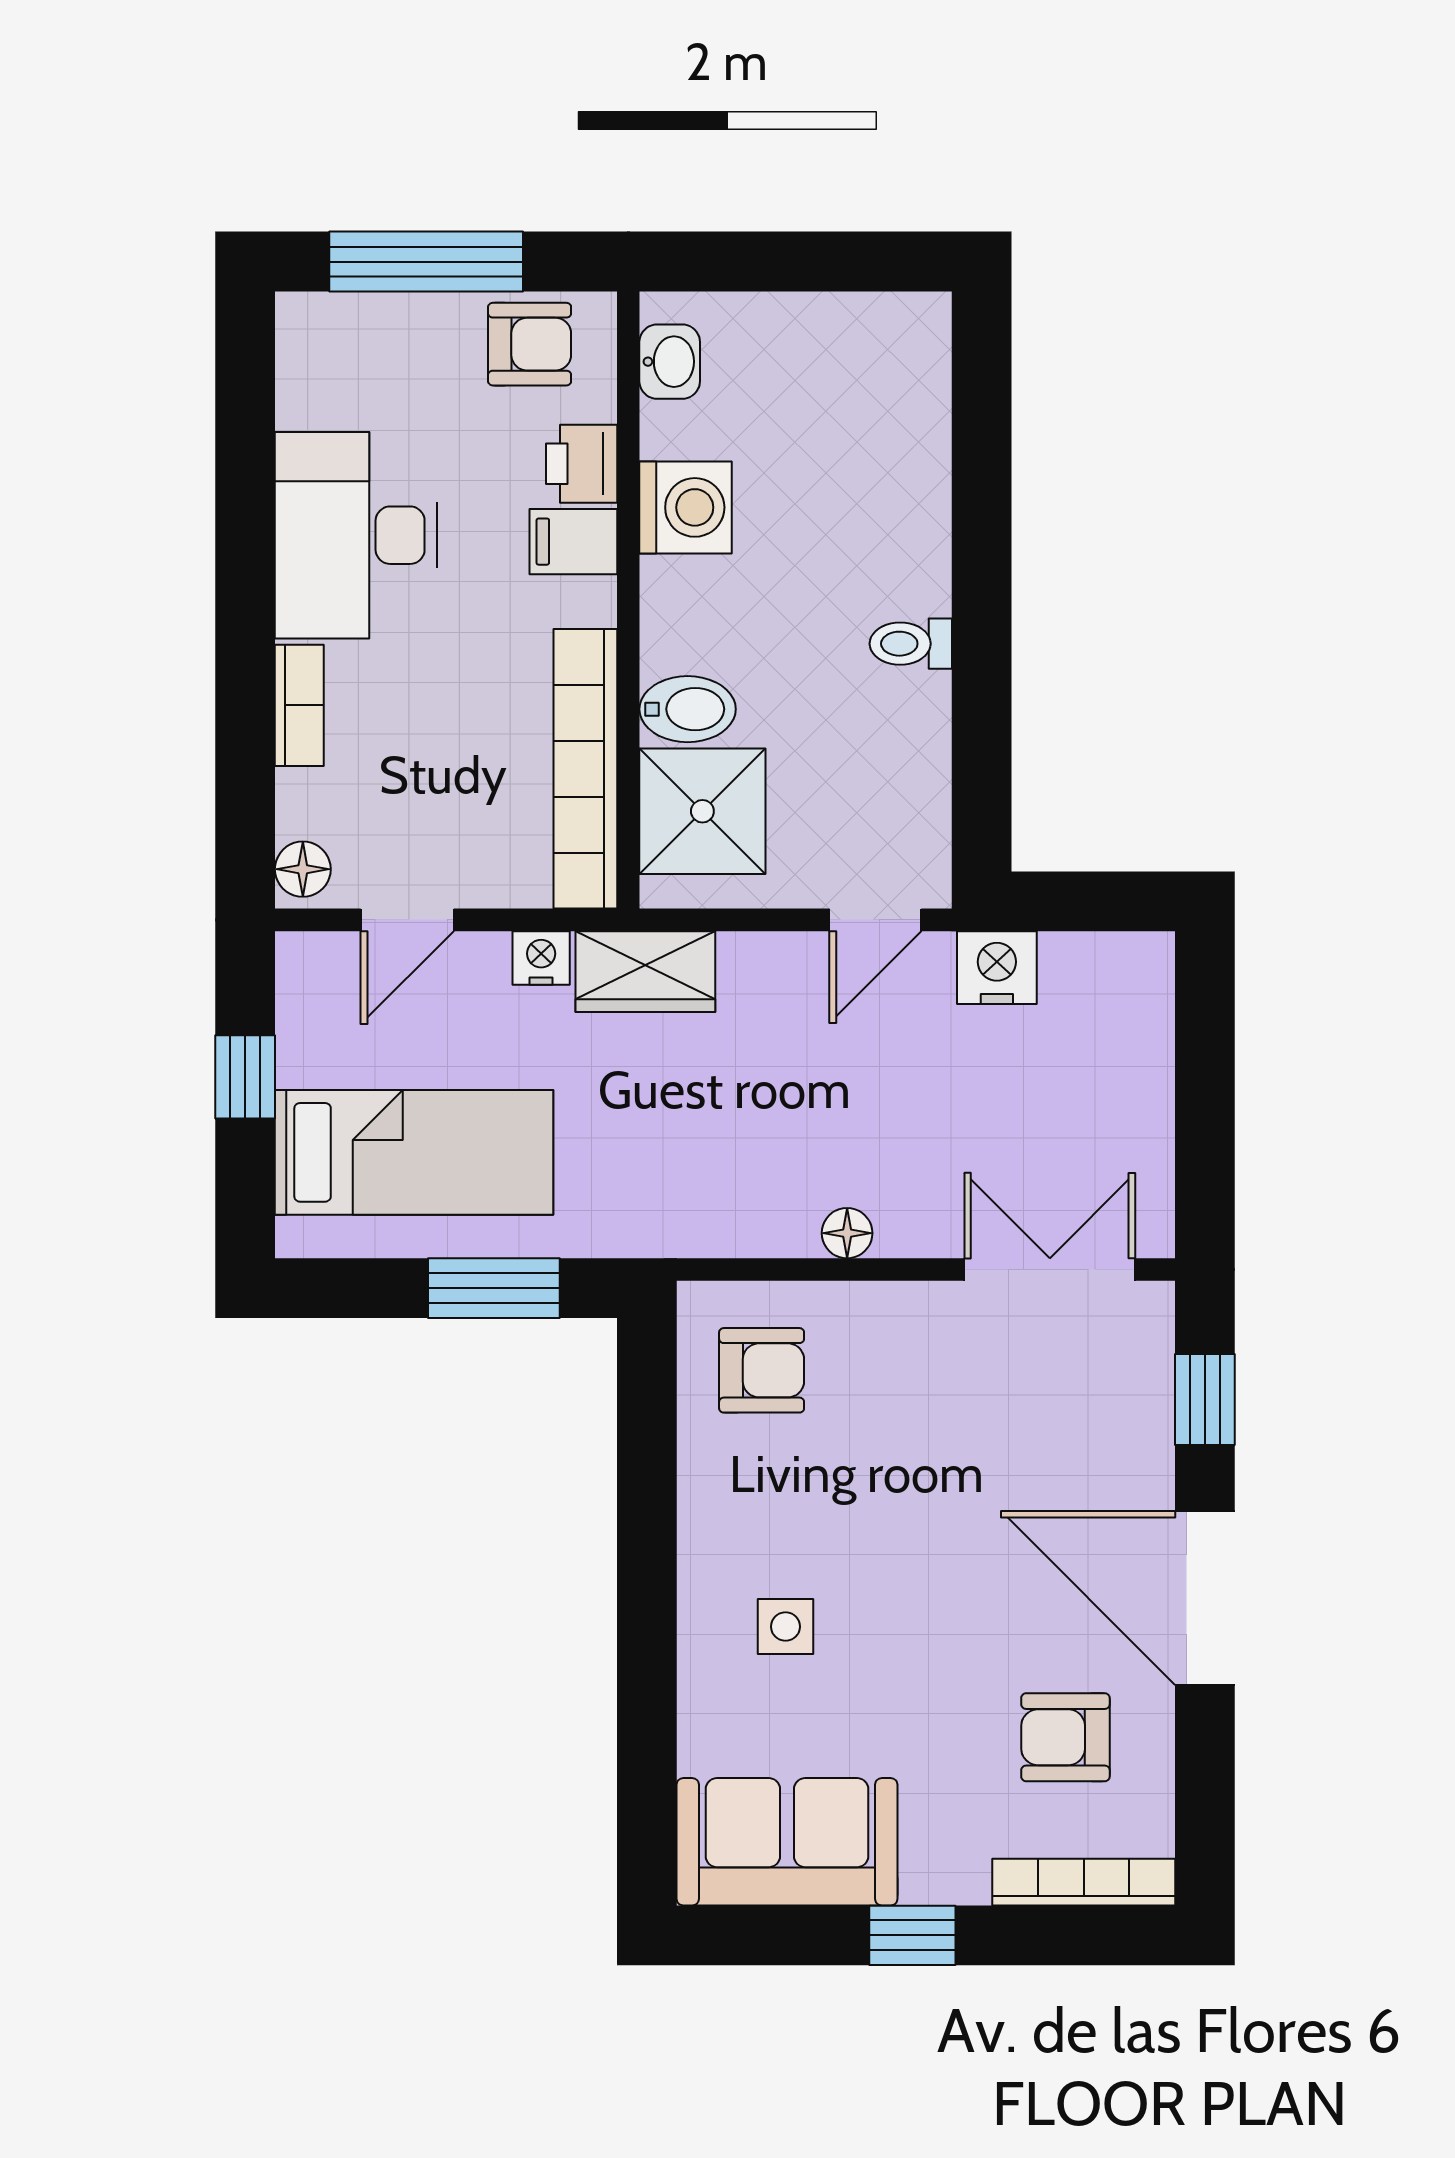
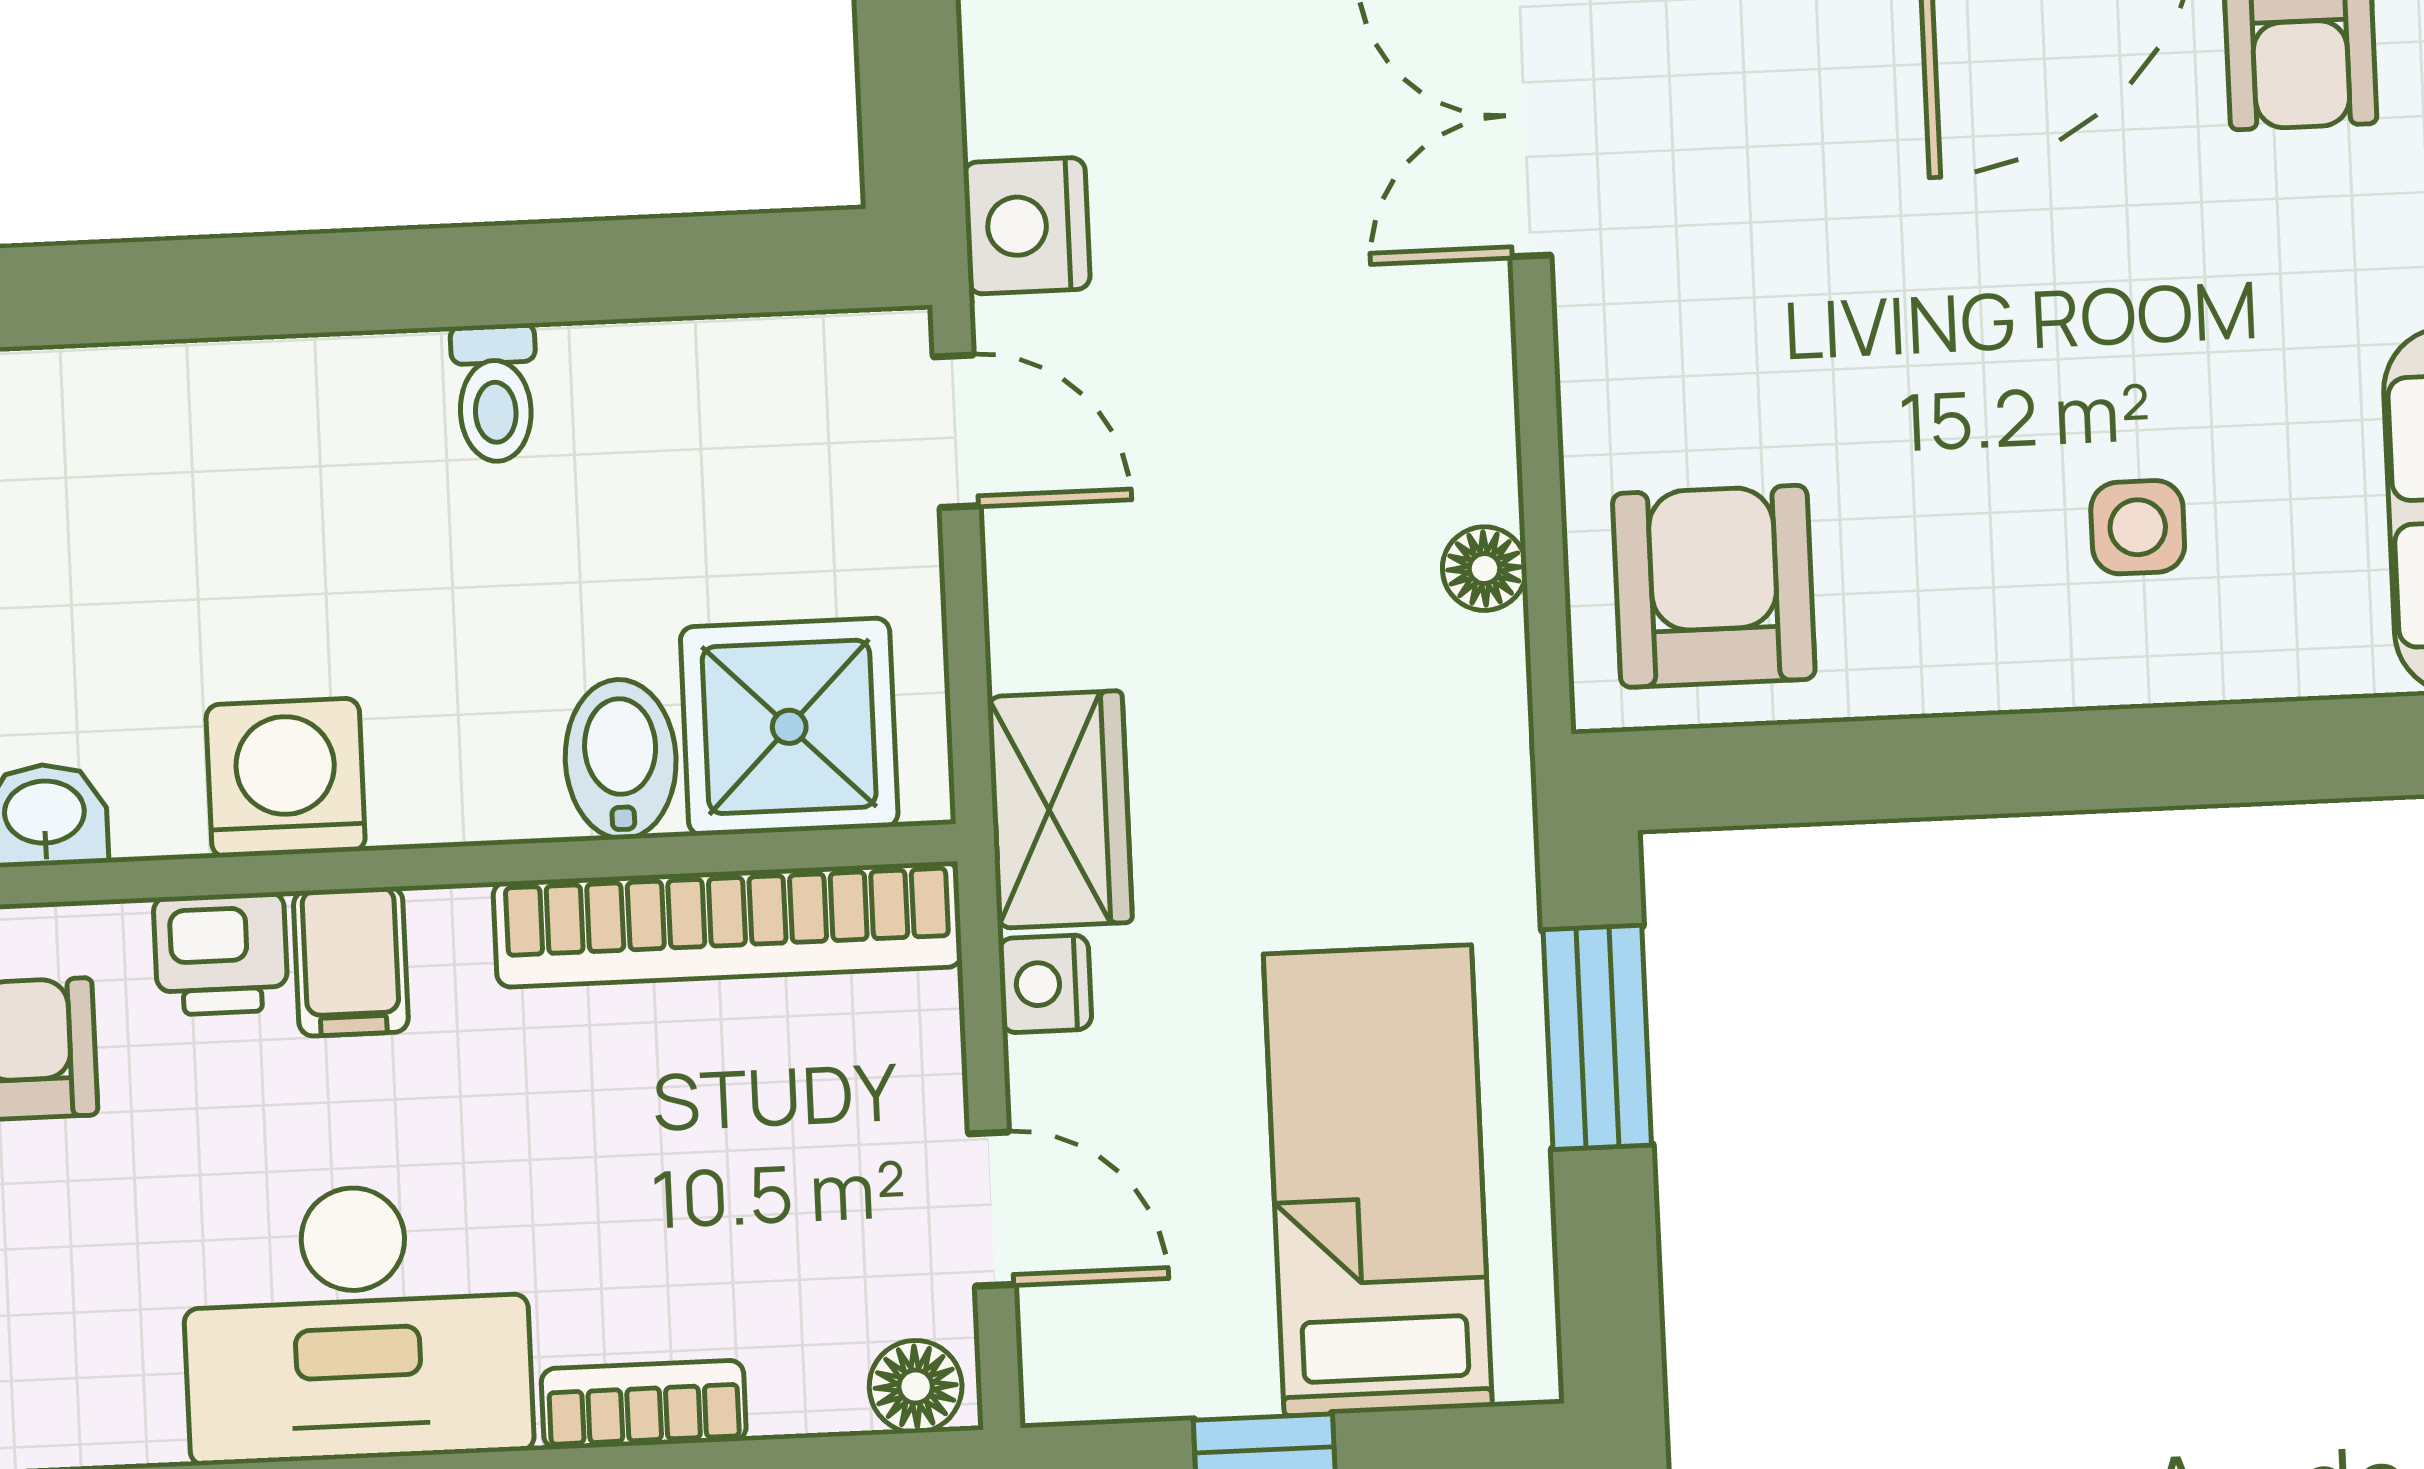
floor lamp: (847, 1233) -> (1484, 569), moved
armchair: (762, 1370) -> (1714, 586), width x1.38, depth x1.38

